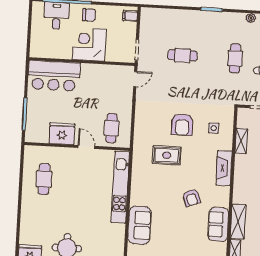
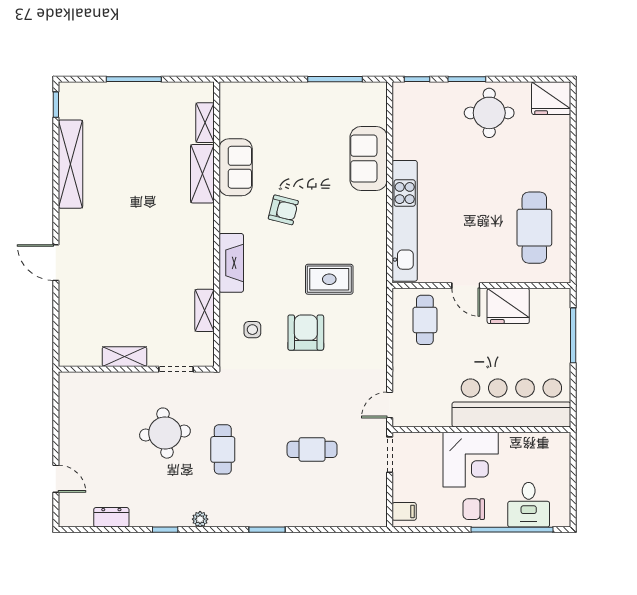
bar counter: (54, 76) -> (511, 403), width x1.36
cafe table: (44, 179) -> (534, 228), width x1.37, depth x1.35
armchair: (191, 198) -> (283, 210), turned 125

